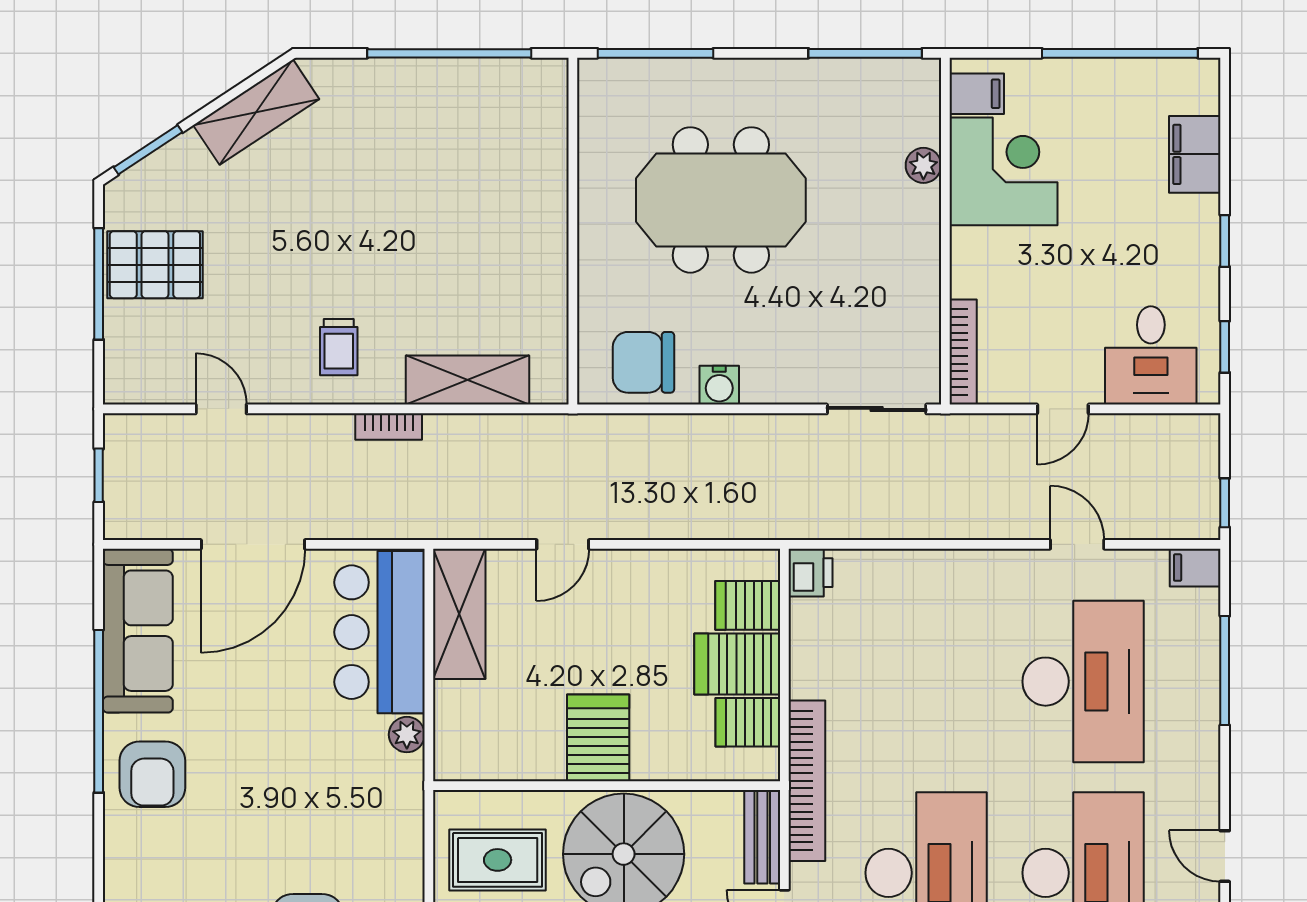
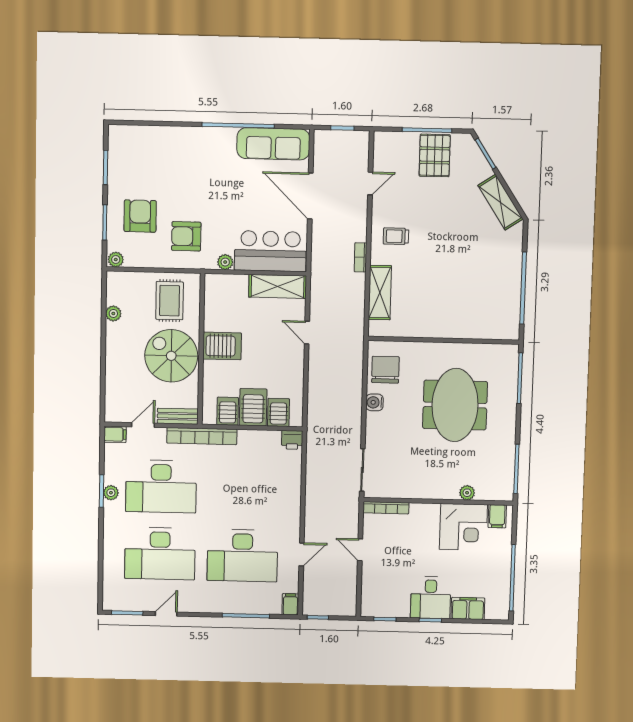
desk: (1151, 355) -> (431, 598), moved, turned -90
armchair: (152, 774) -> (186, 236), moved

